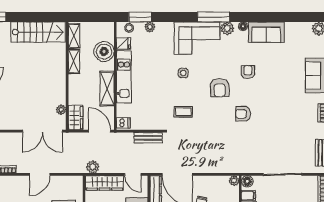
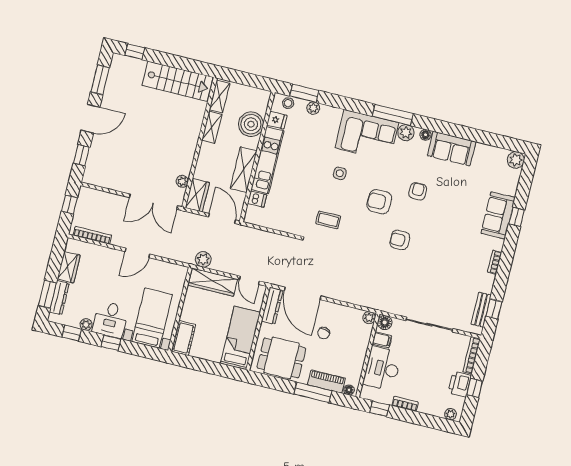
armchair: (220, 88) -> (379, 202), turned 90
dishwasher: (123, 123) -> (257, 199), moved
bench: (148, 138) -> (279, 241), removed

